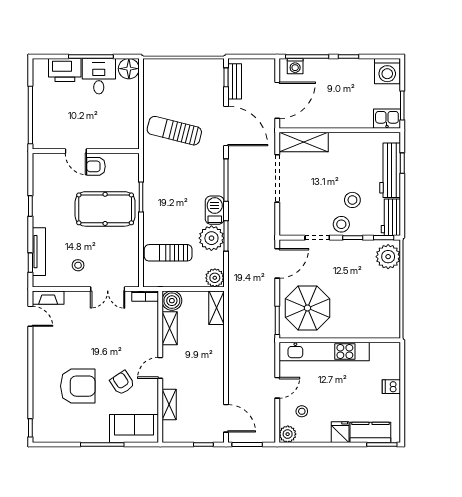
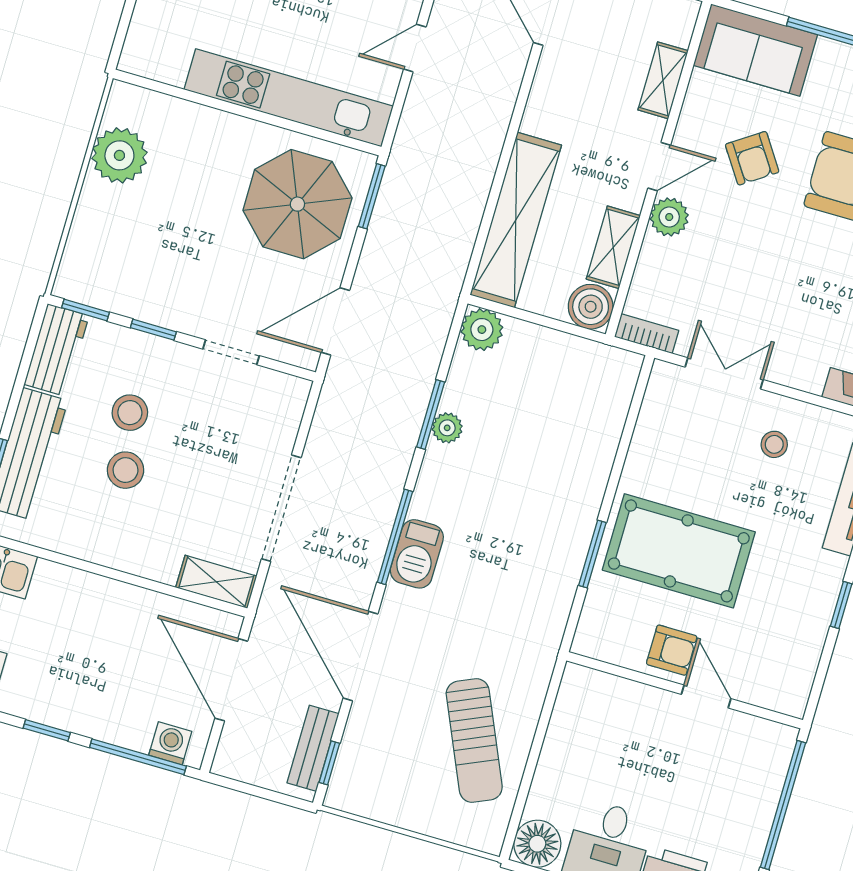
door: (277, 100) -> (231, 680), hinge flipped
sun lounger: (174, 131) -> (474, 741), moved, turned 52
shelving: (304, 142) -> (216, 582), width x0.67, depth x0.75
barbecue: (215, 210) -> (417, 554), moved
stool: (341, 224) -> (126, 470), moved
plant: (211, 238) -> (447, 428), width x0.53, depth x0.53
sun lounger: (168, 253) -> (568, 414), removed
plant: (388, 257) -> (119, 155), moved
shelving: (216, 308) -> (516, 220), width x2.20, depth x1.33
plant: (150, 348) -> (669, 217), added

